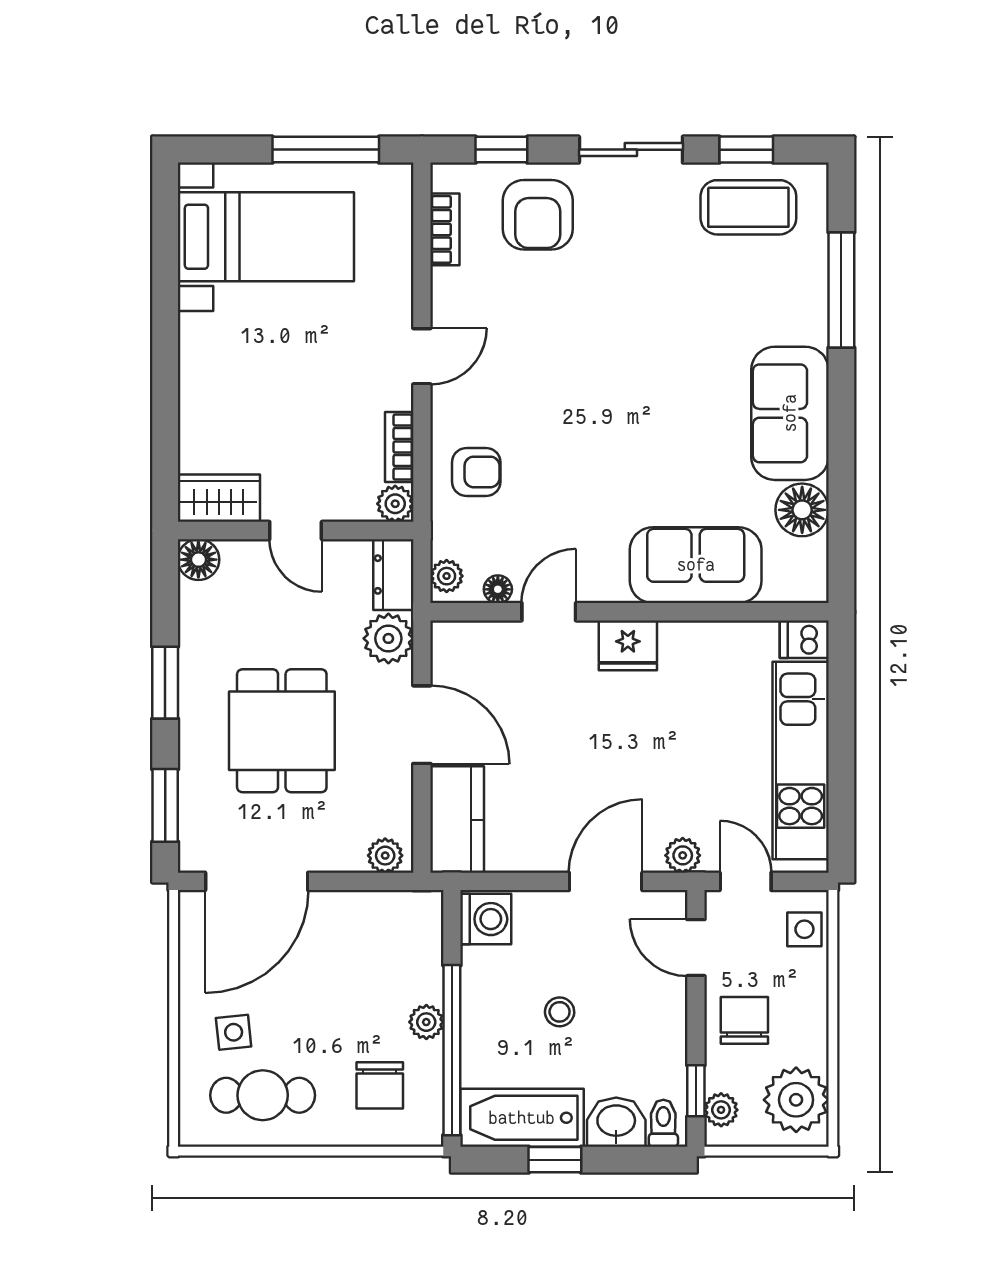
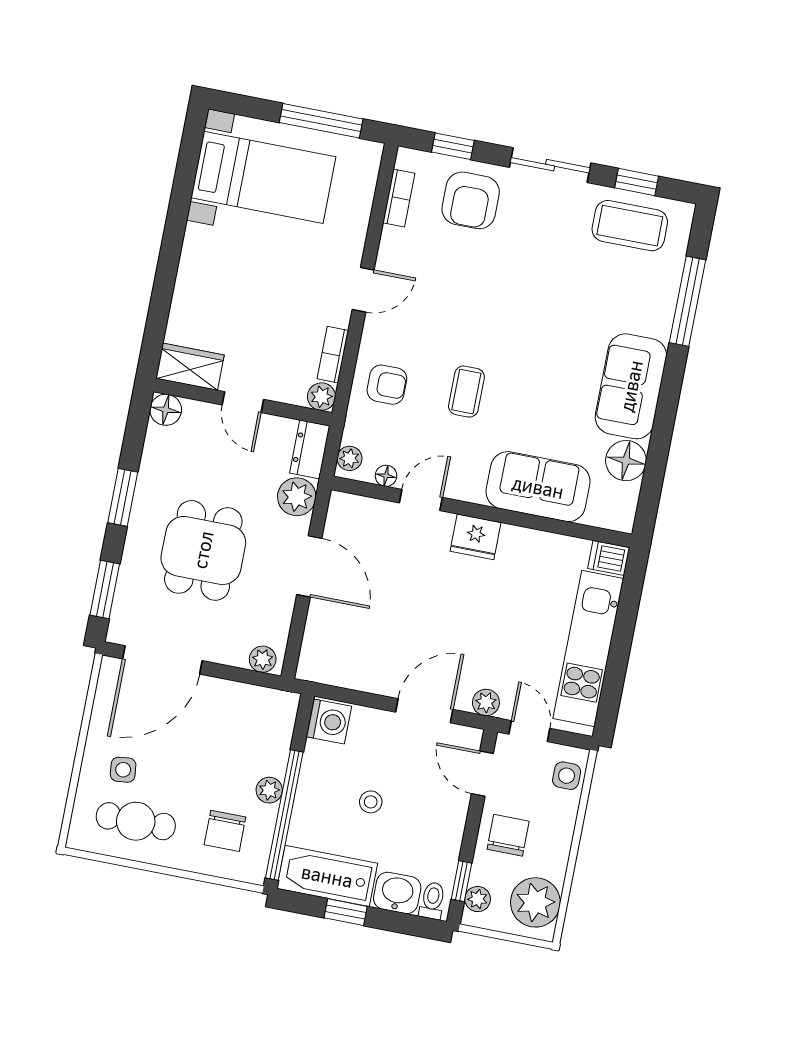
coffee table: (580, 461) -> (466, 392), added
kitchen counter: (457, 820) -> (322, 643), removed

